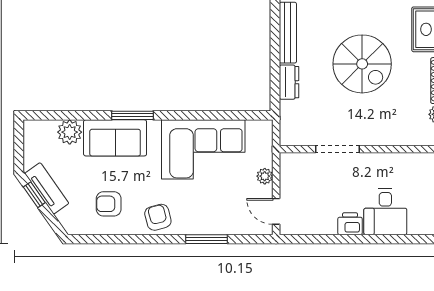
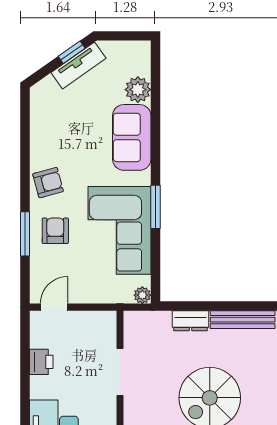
window: (133, 115) -> (155, 207), moved
plant: (265, 176) -> (142, 295), moved
armchair: (109, 204) -> (55, 231), moved
printer: (350, 224) -> (41, 362), moved

